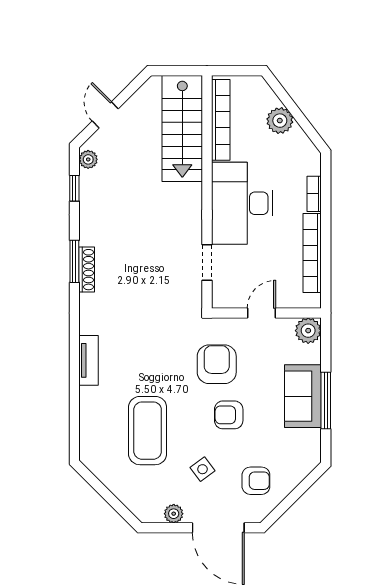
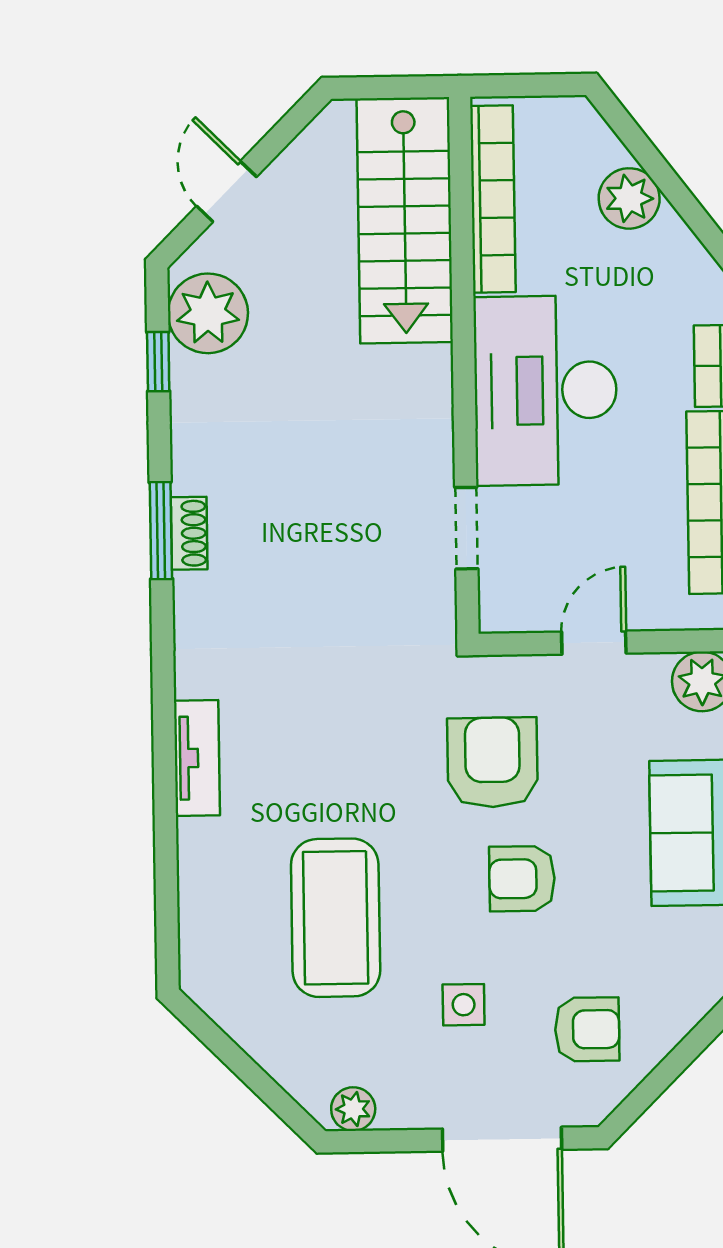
plant: (88, 159) -> (208, 313), width x1.88, depth x1.88
shoe rack: (87, 270) -> (189, 533), width x0.70
side table: (202, 469) -> (464, 1005), turned 37
plant: (174, 514) -> (353, 1109), moved

